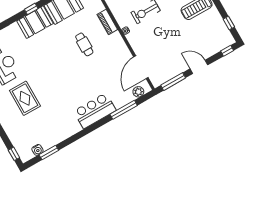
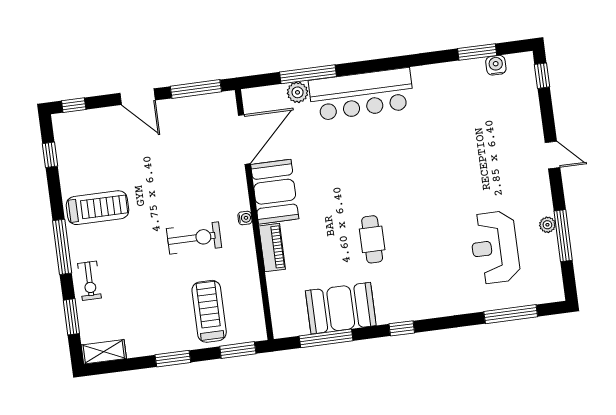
booth: (35, 22) -> (275, 192), moved, turned 90
cafe table: (84, 44) -> (372, 239), moved
plant: (138, 92) -> (298, 92), moved
rug: (25, 98) -> (480, 169), removed
bar counter: (95, 111) -> (361, 94), width x1.36

